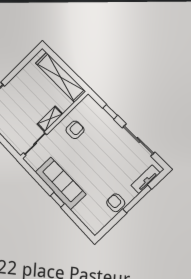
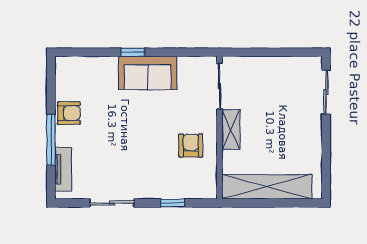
armchair: (75, 130) -> (191, 145), turned 180
sliding door: (138, 140) -> (112, 203), width x0.73
sofa: (60, 183) -> (148, 73), width x0.73

